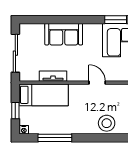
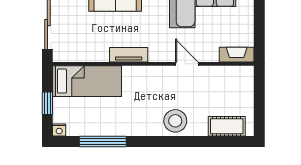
tv unit: (53, 76) -> (129, 55), moved
door: (97, 83) -> (187, 64), moved

